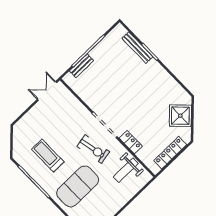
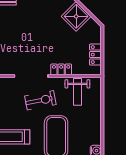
locker: (170, 153) -> (95, 55), width x0.66

